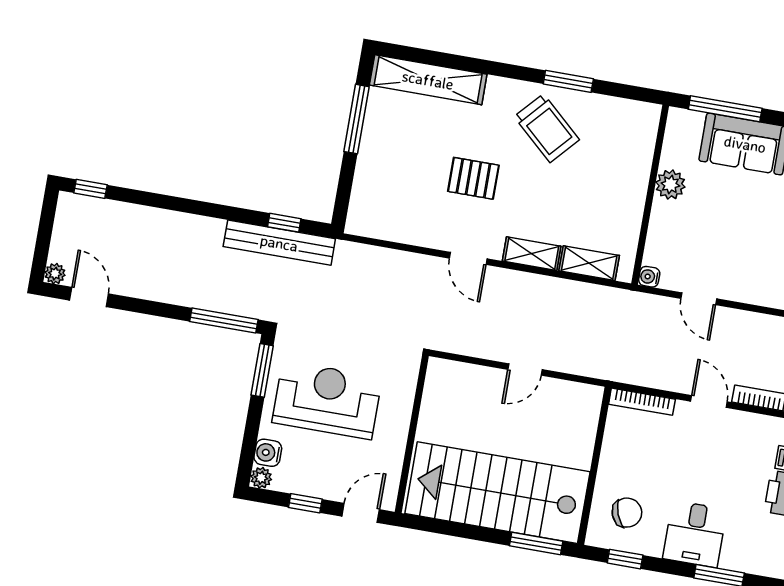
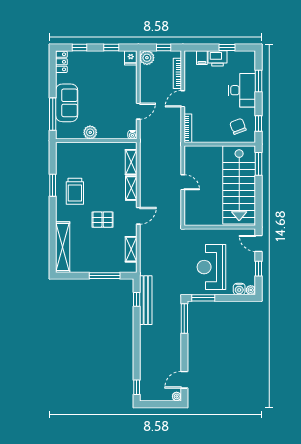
window: (356, 119) -> (105, 276), moved
trolley: (547, 128) -> (75, 191), turned 138
pallet: (473, 178) -> (103, 220), turned 90
shelving: (397, 230) -> (131, 249), added
desk: (695, 534) -> (242, 90), width x1.37

